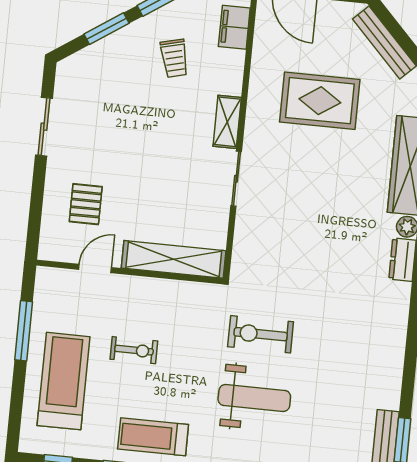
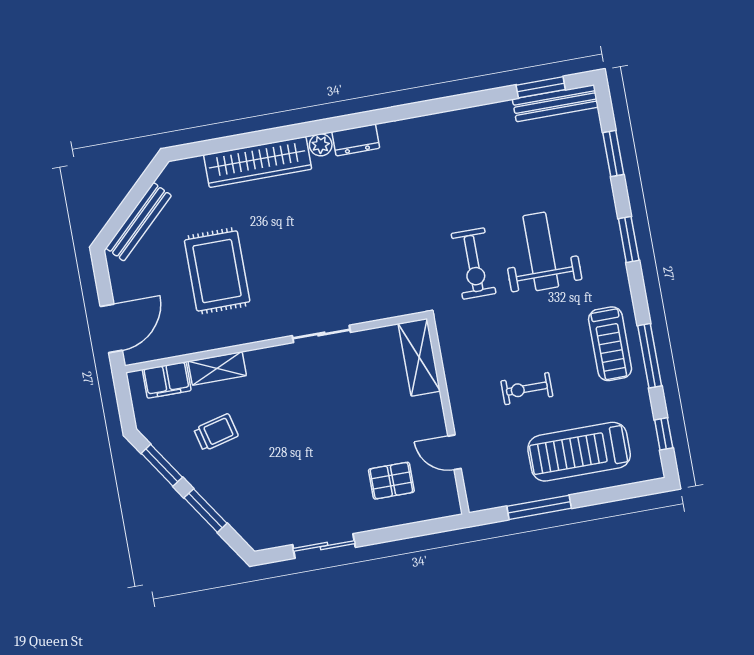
shelving: (227, 122) -> (217, 368), moved
shelving: (174, 259) -> (419, 357), width x0.68
exercise bike: (134, 350) -> (527, 389), turned -90

